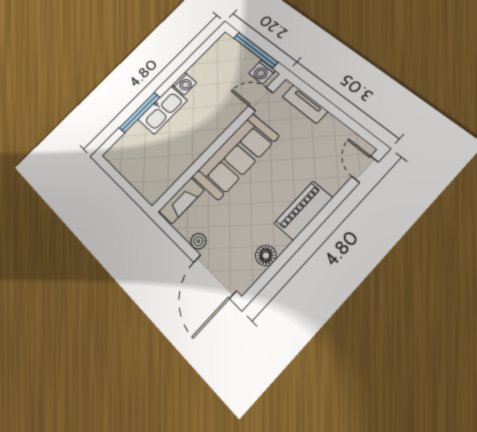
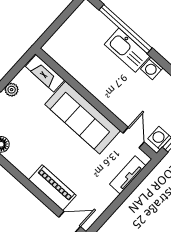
window: (140, 113) -> (125, 29), width x1.46
piano: (303, 210) -> (52, 188), moved

